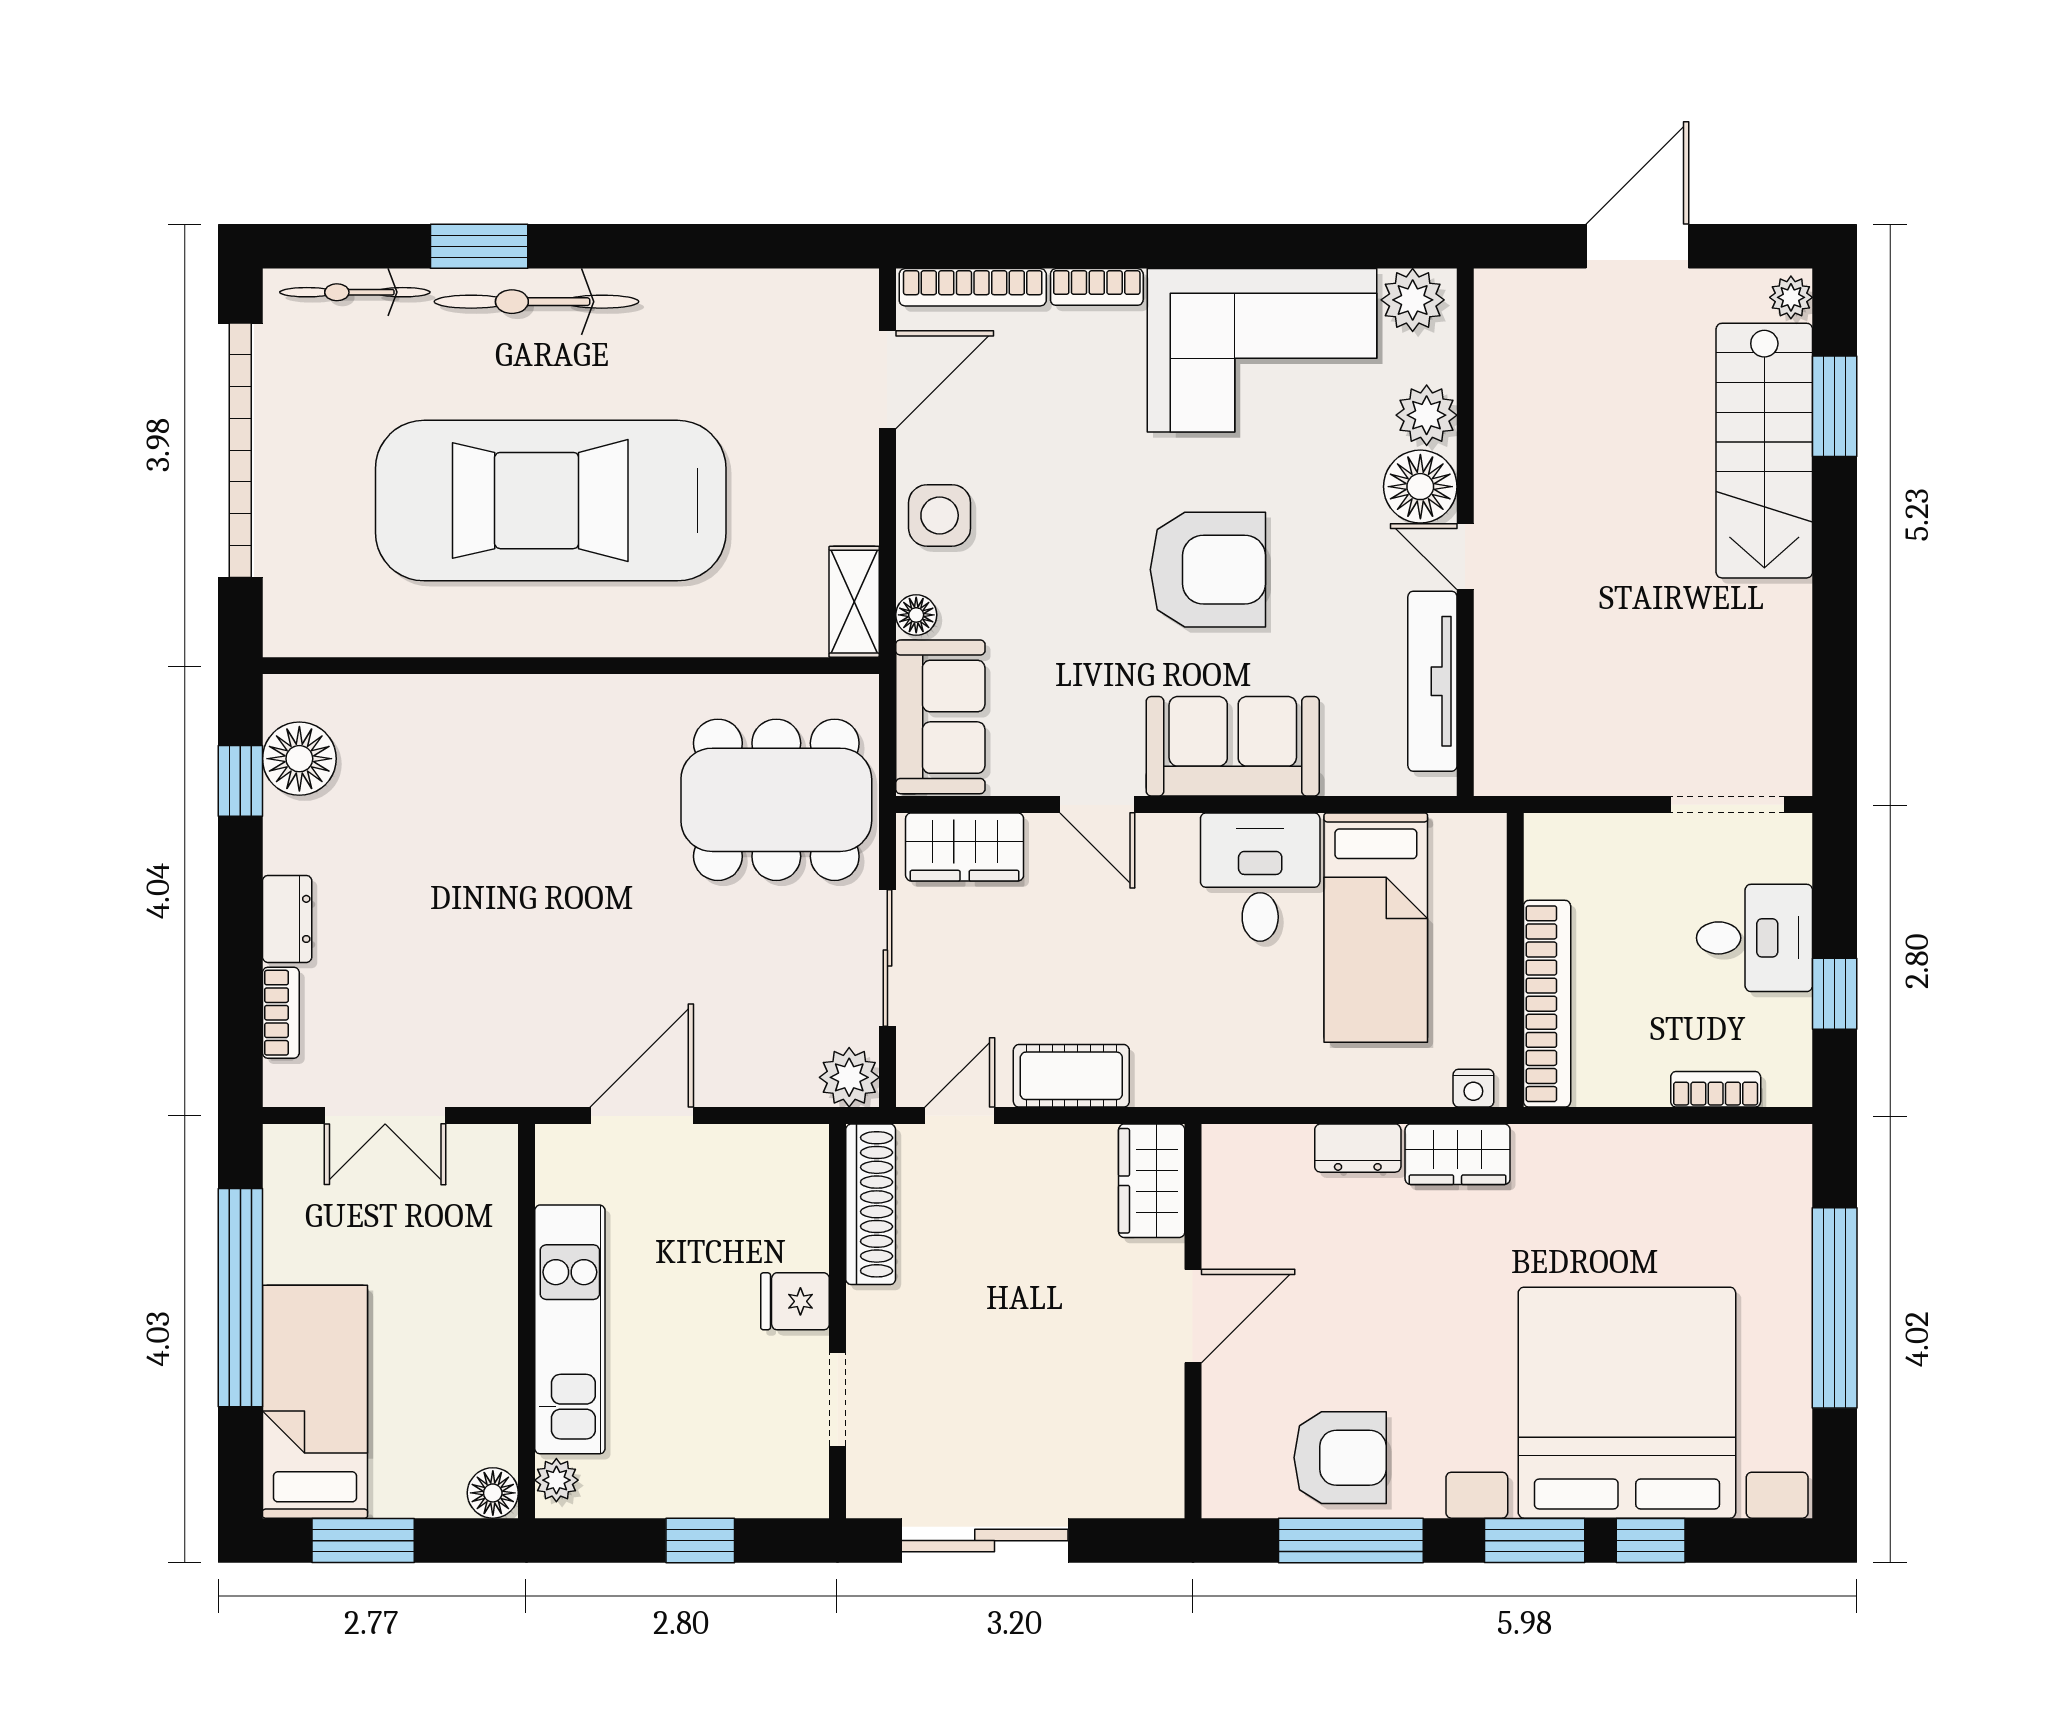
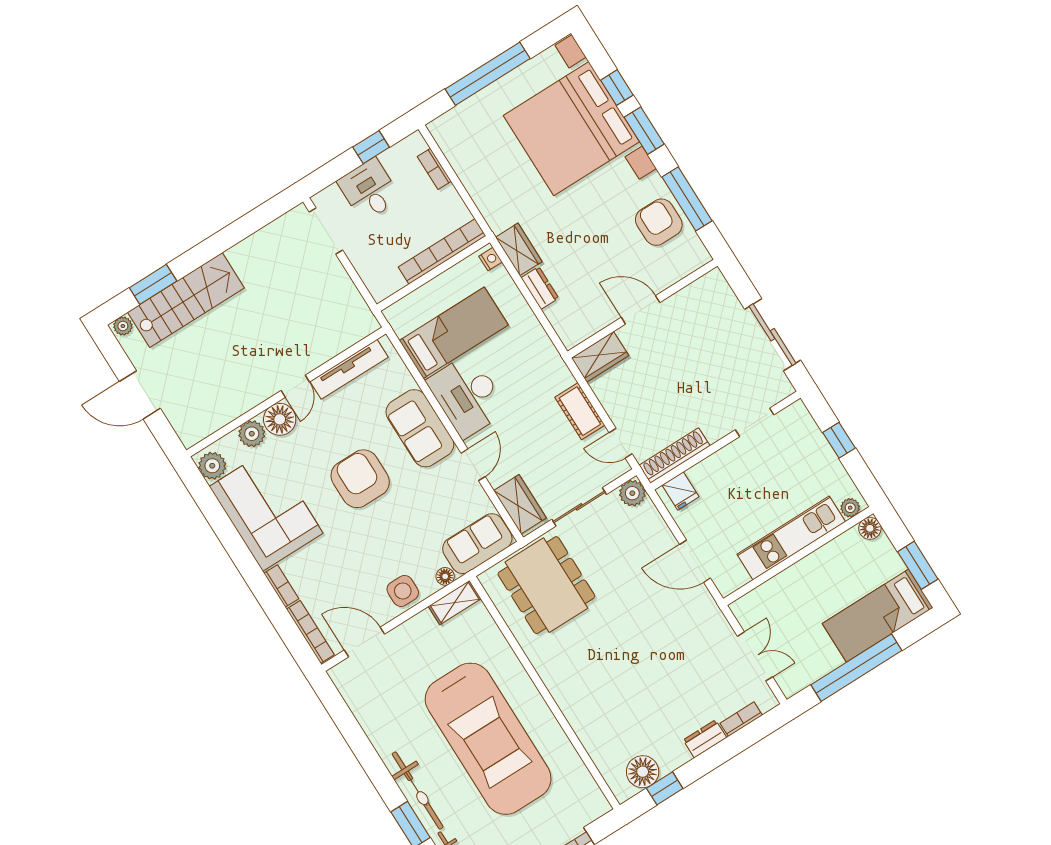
desk: (1260, 877) -> (467, 396), width x1.37
fridge: (795, 1301) -> (681, 491), moved

